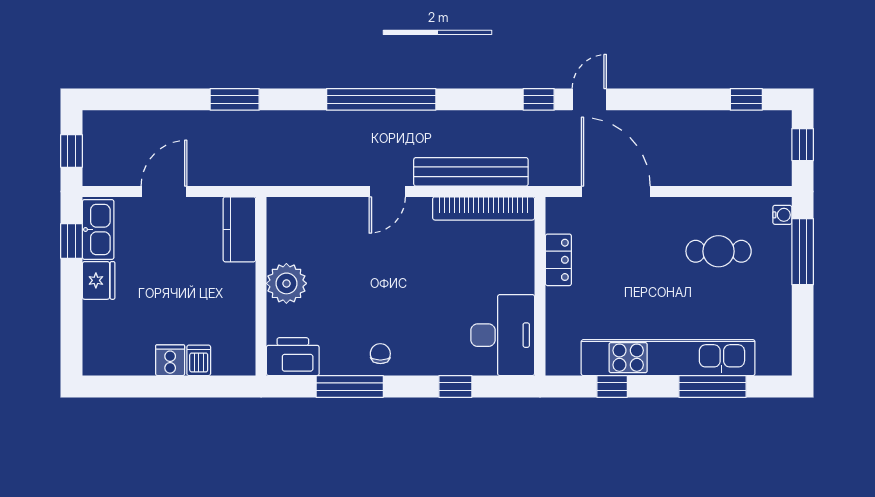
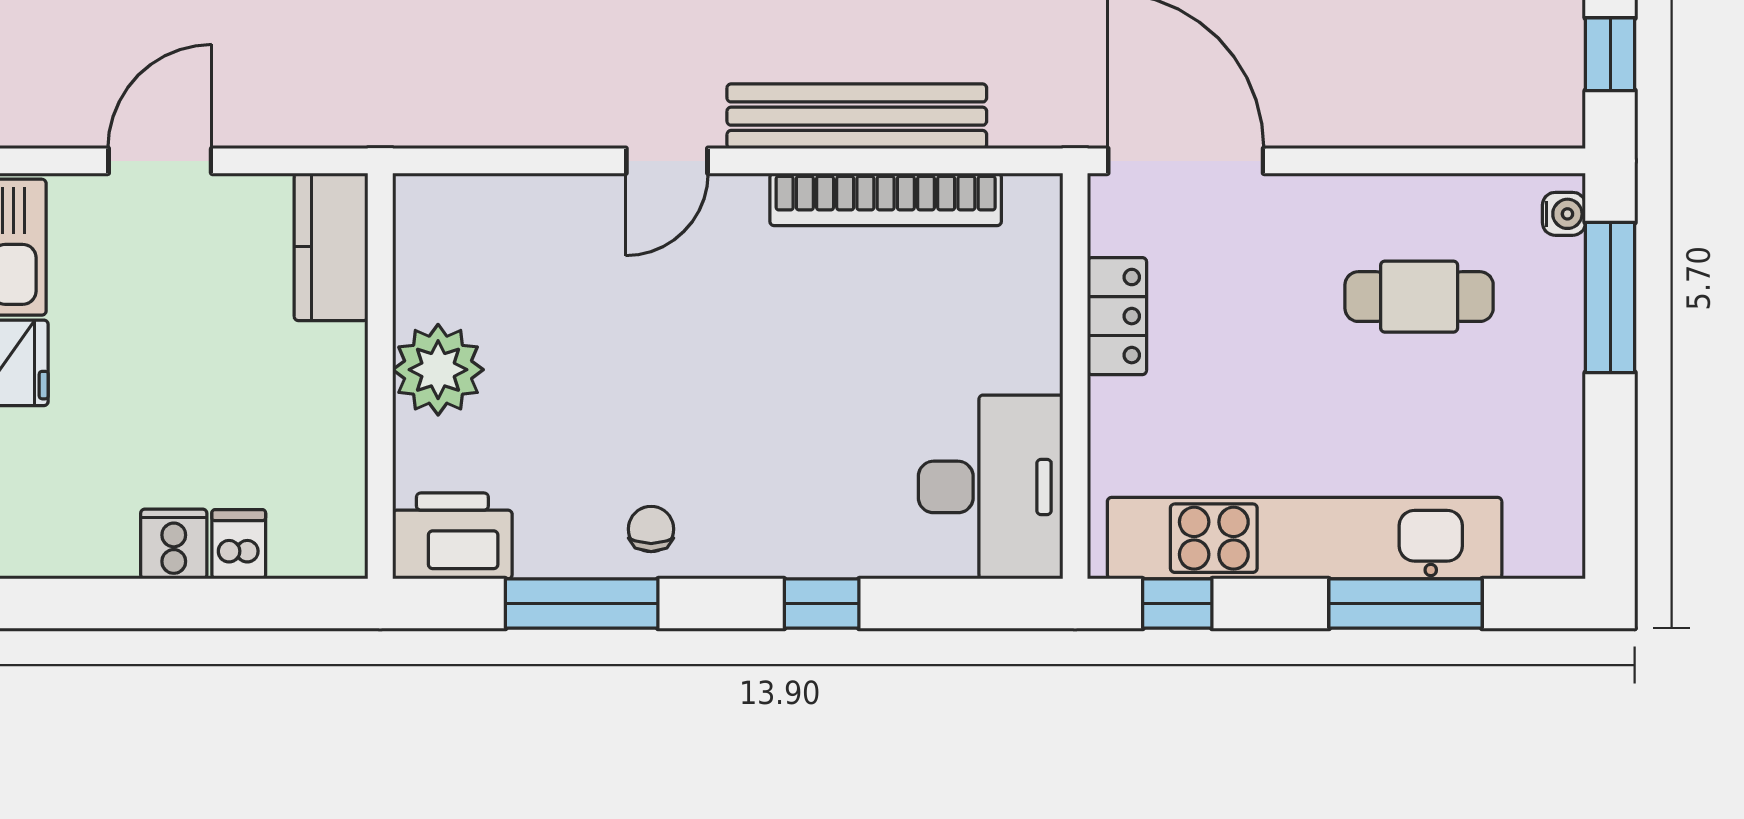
locker: (558, 260) -> (1117, 316), moved
wall: (540, 286) -> (1075, 376), moved
desk: (503, 335) -> (991, 487), moved

